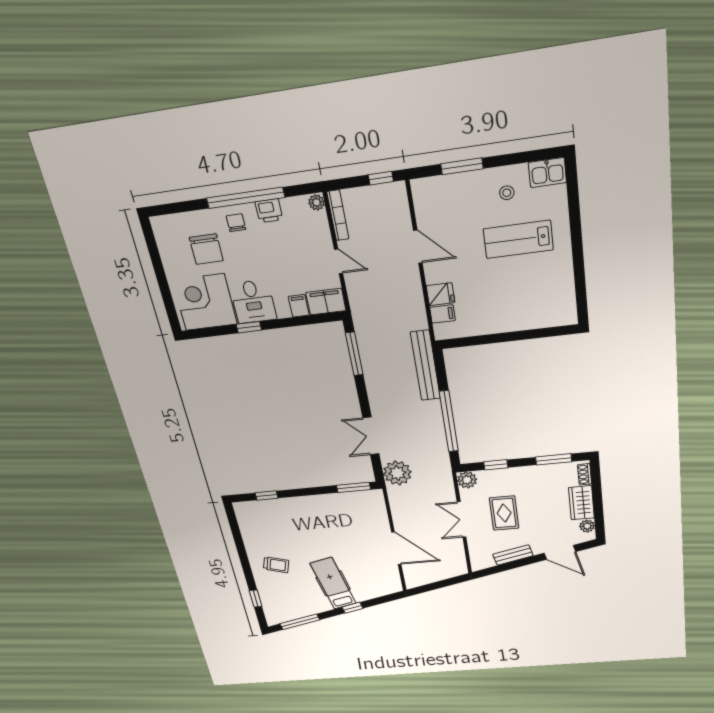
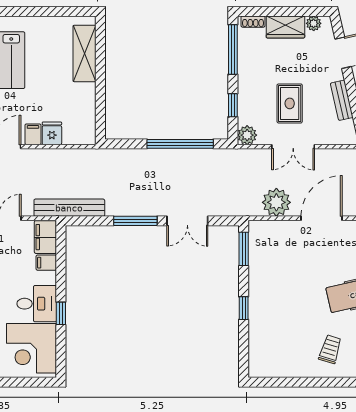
filing cabinet: (442, 314) -> (33, 134), moved
shelving: (534, 317) -> (85, 53), added
window: (354, 354) -> (135, 221), moved
bench: (425, 366) -> (69, 208), moved
window: (554, 459) -> (233, 49), width x1.44
plant: (397, 473) -> (276, 202), moved
window: (267, 496) -> (244, 308), moved
rug: (504, 513) -> (290, 103), turned 90

